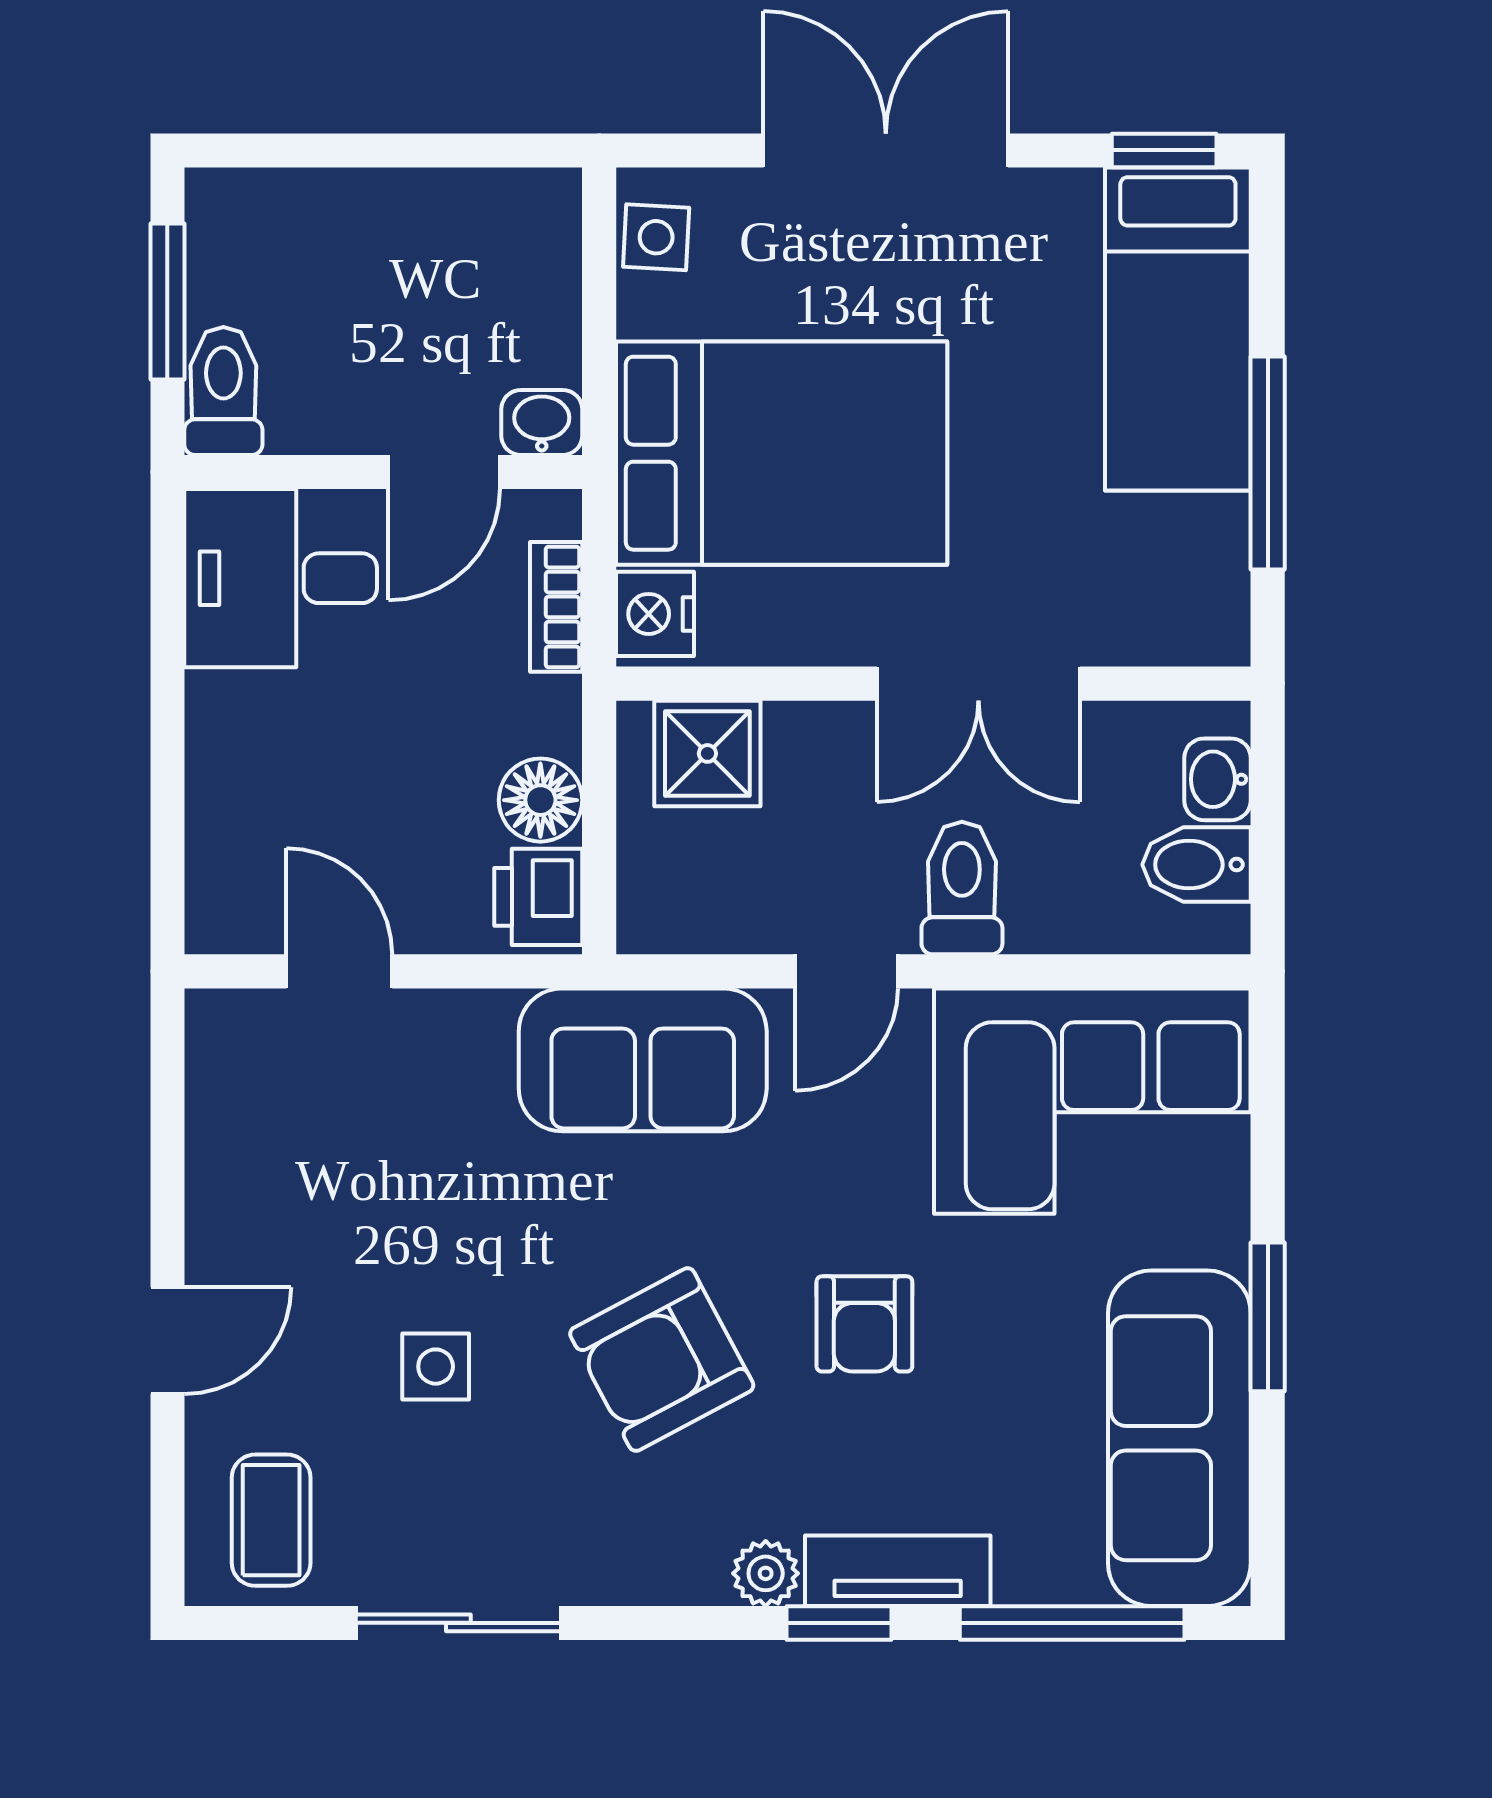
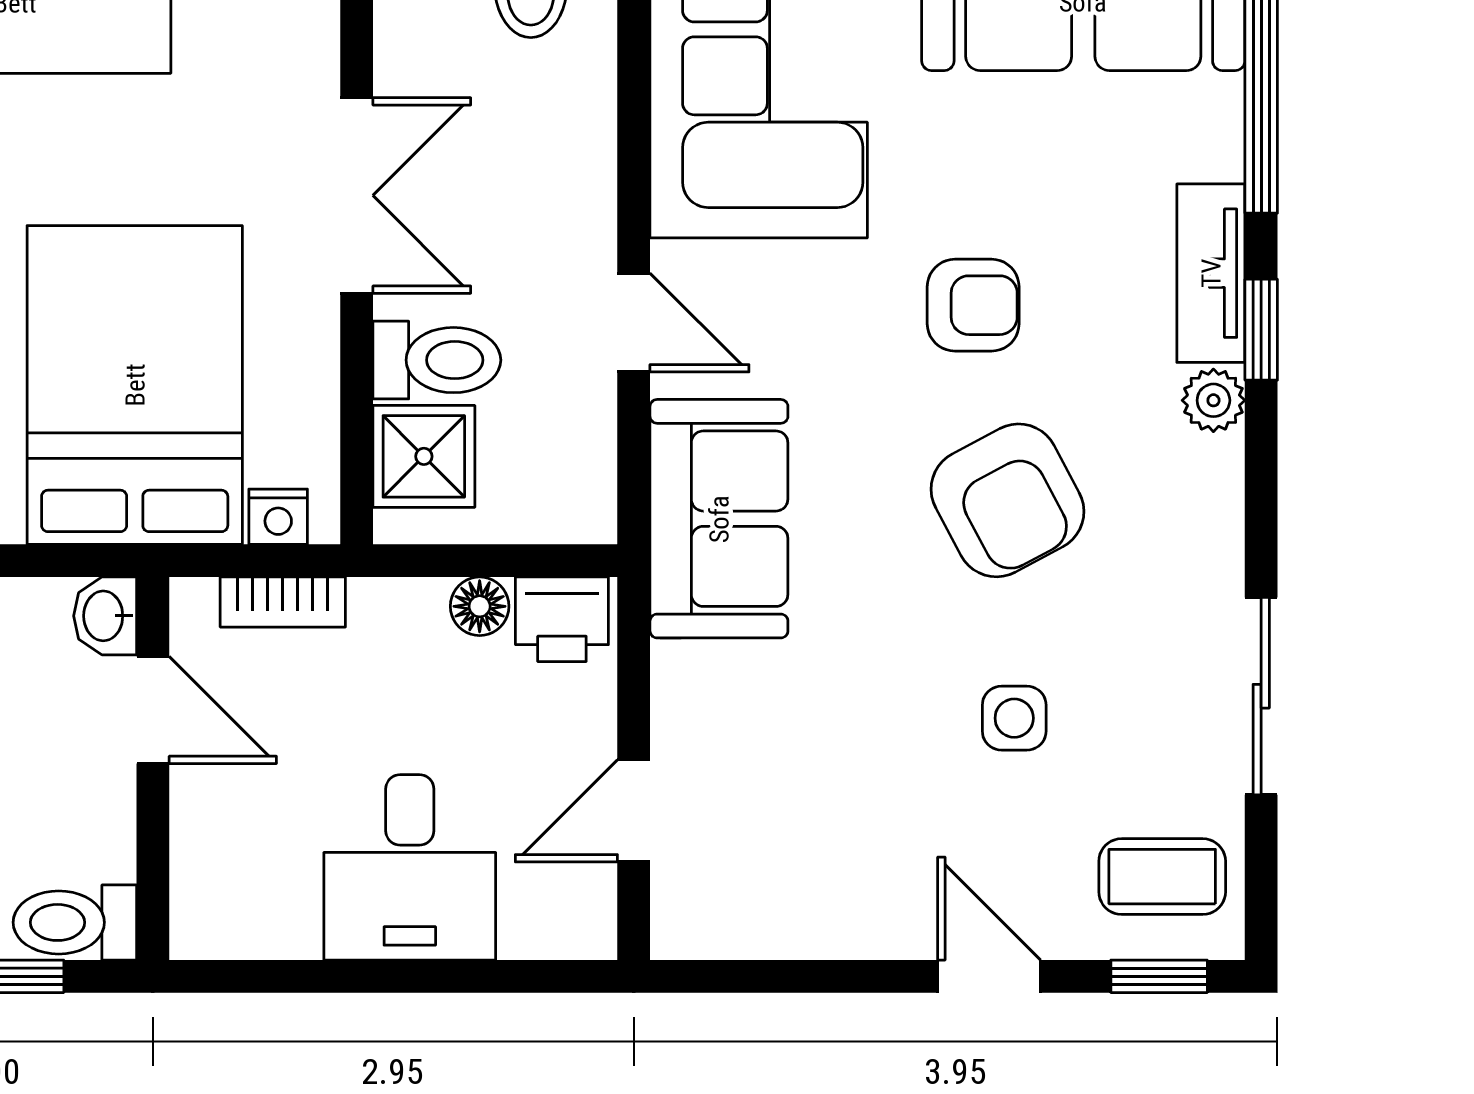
desk: (281, 578) -> (410, 867), moved
nightstand: (655, 614) -> (278, 517), width x0.72, depth x0.74
floor lamp: (540, 800) -> (480, 606), width x0.73, depth x0.73
toilet: (962, 888) -> (437, 360), moved, turned 180
window: (167, 1517) -> (1159, 976), added

